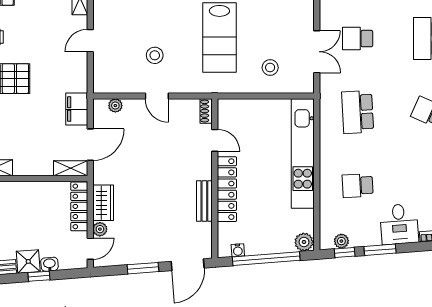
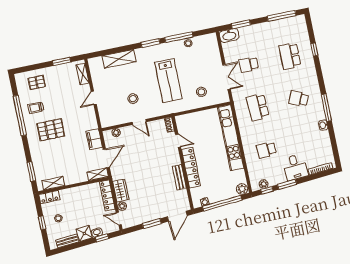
door: (90, 249) -> (119, 219), swing flipped
window: (39, 276) -> (102, 238), moved

